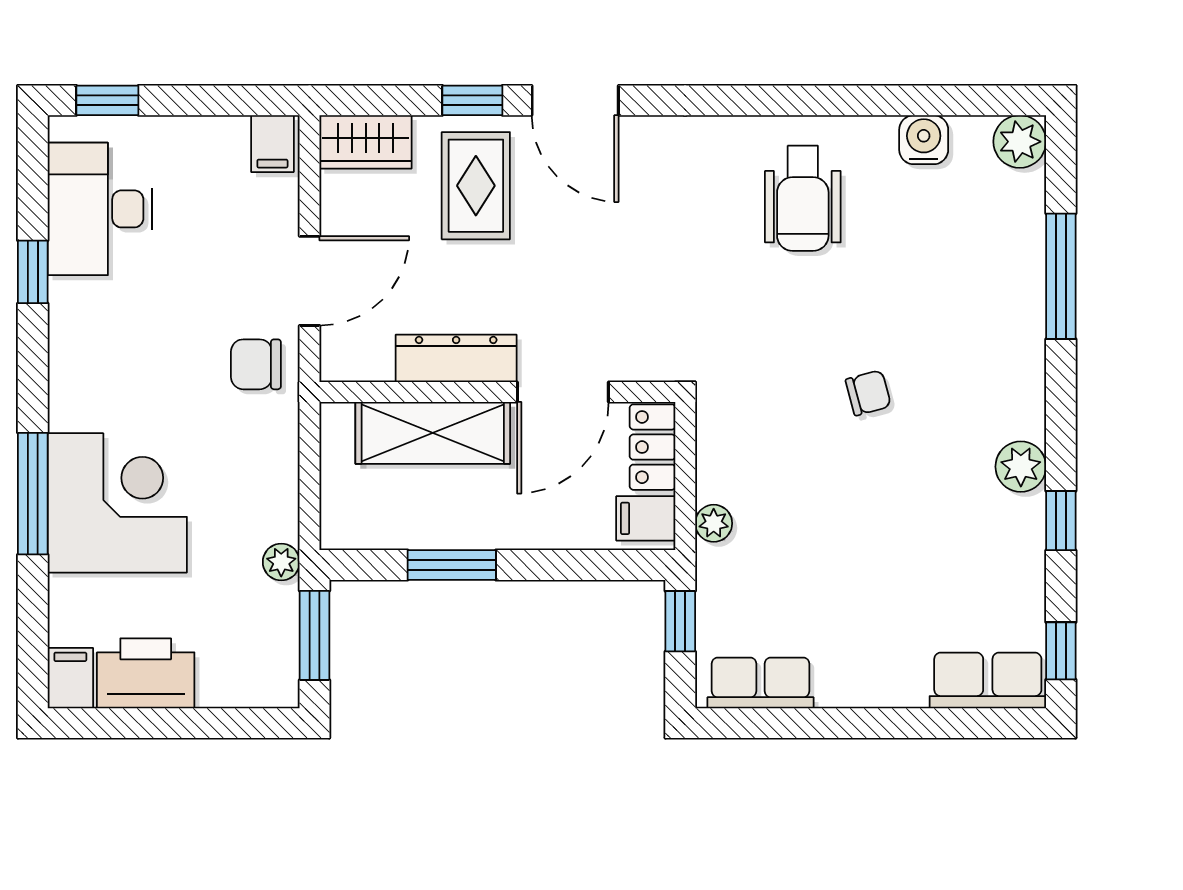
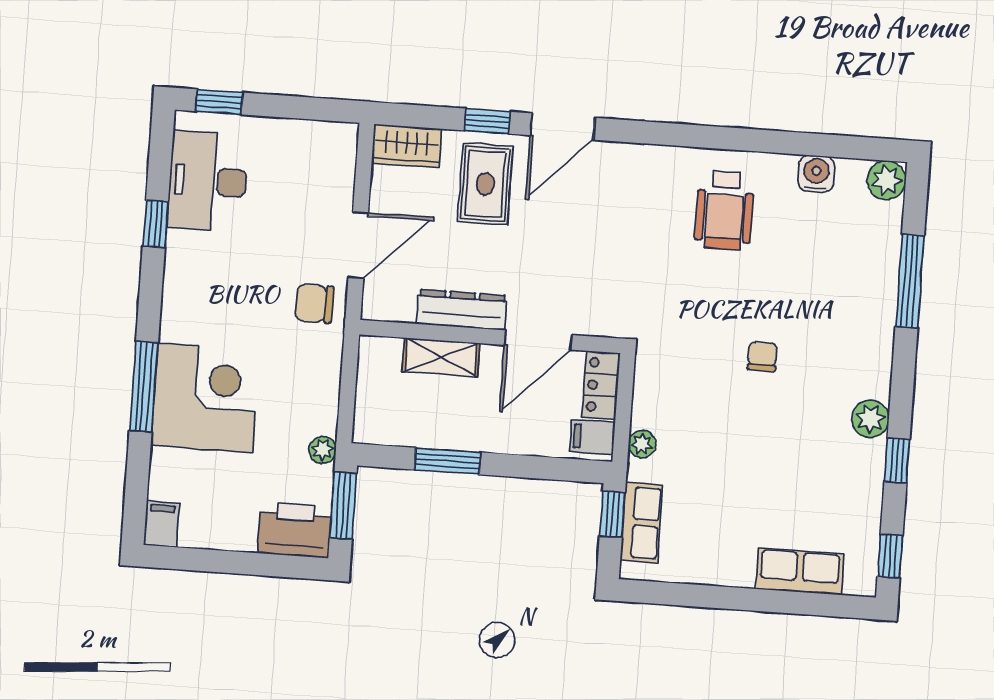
door: (575, 100) -> (563, 127), hinge flipped
filing cabinet: (272, 144) -> (338, 142), removed
chair: (868, 393) -> (762, 357), turned -75
shelving: (433, 433) -> (441, 357), width x0.67, depth x0.75
printer: (146, 673) -> (295, 530), moved
row of seats: (988, 680) -> (800, 571), moved
row of seats: (761, 683) -> (641, 523), moved, turned 90

